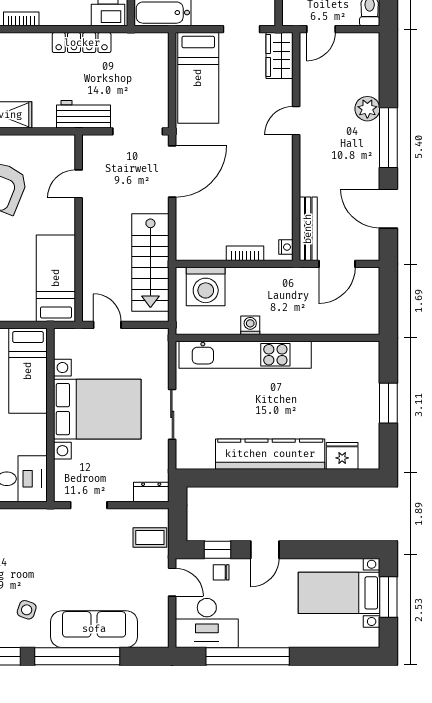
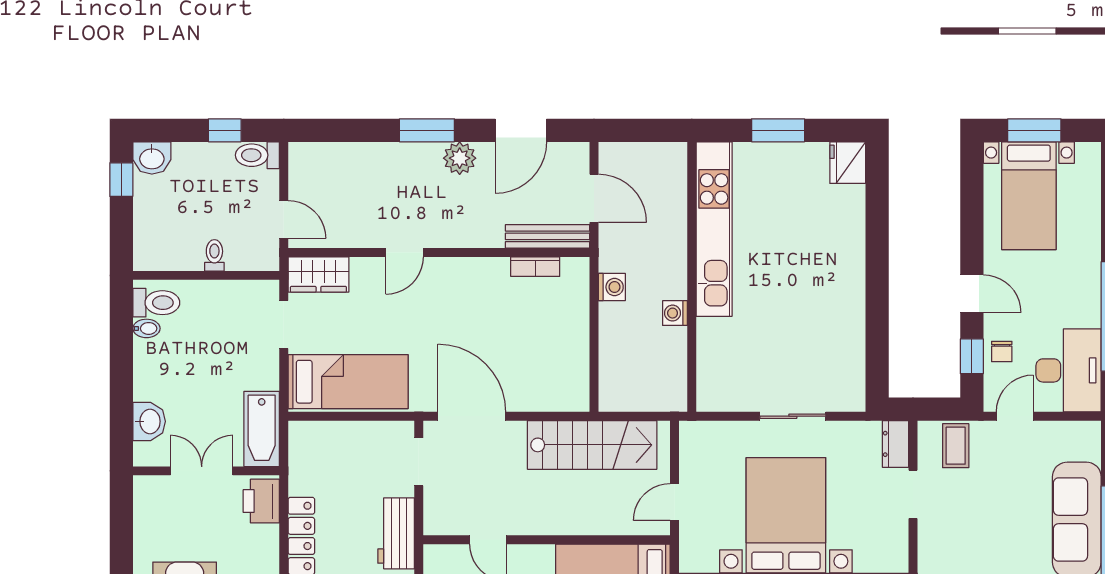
plant: (367, 109) -> (460, 158), moved
door: (296, 121) -> (405, 252), hinge flipped
doorway: (138, 131) -> (419, 462), width x0.73
window: (388, 138) -> (427, 130), width x0.69
nightstand: (286, 247) -> (572, 266), removed
bookcase: (245, 253) -> (535, 267), moved, turned -90
washing machine: (206, 287) -> (612, 287), moved, width x0.53, depth x0.53
kitchen unit: (245, 355) -> (714, 229), moved
kitchen counter: (270, 454) -> (845, 287), removed
fridge: (342, 456) -> (848, 163), moved
doorway: (89, 505) -> (913, 494), moved

